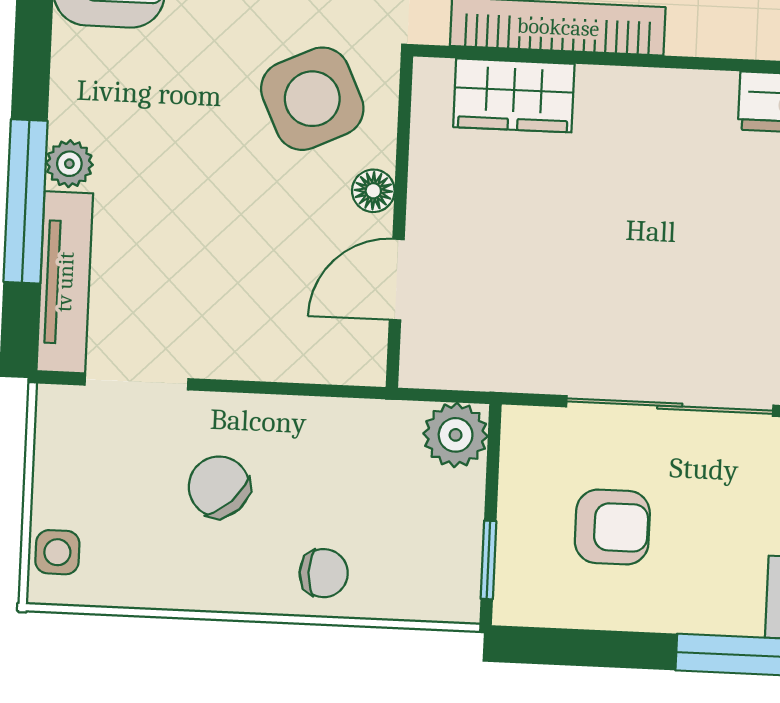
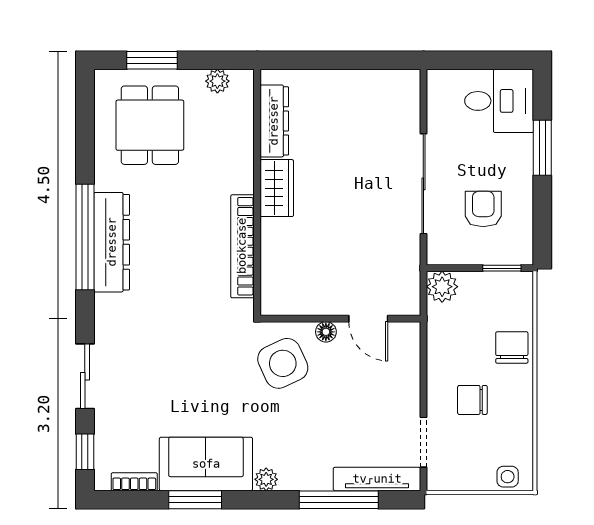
wardrobe: (514, 95) -> (277, 188), moved
plant: (69, 164) -> (266, 479), moved
chair: (219, 487) -> (472, 400), turned 44
chair: (324, 573) -> (512, 347), width x1.37, depth x1.37

